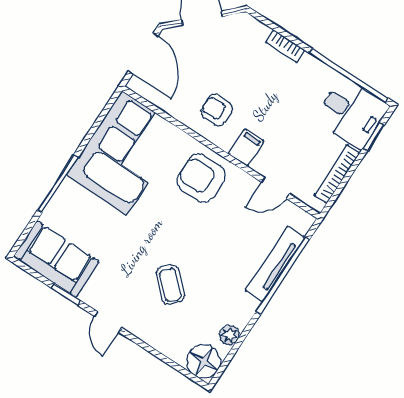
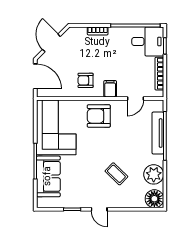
sofa: (56, 259) -> (48, 176), moved, turned 90
plant: (229, 335) -> (154, 174), width x1.88, depth x1.88

